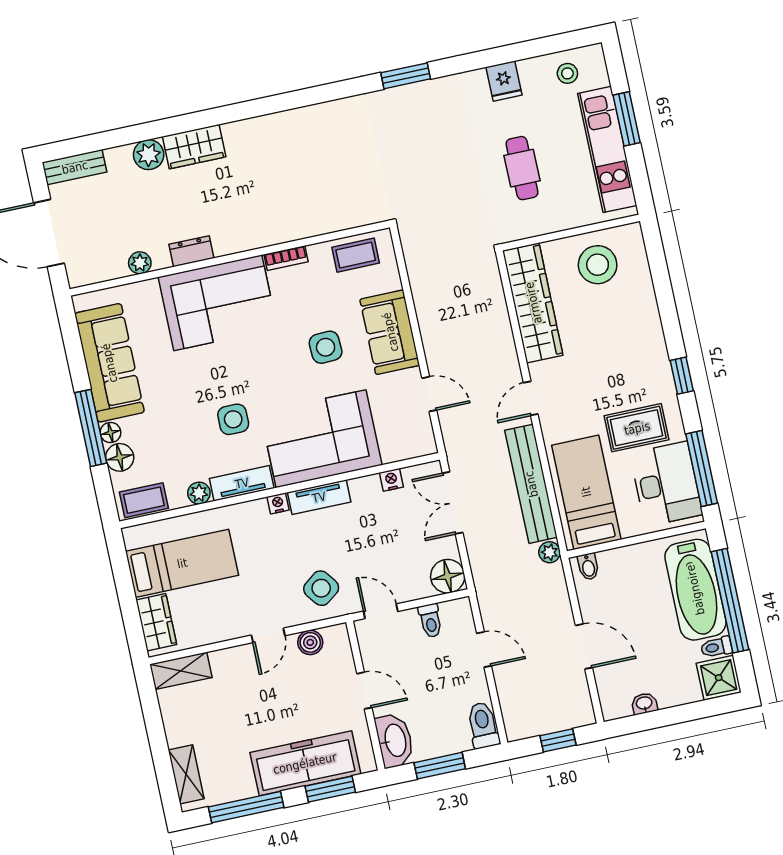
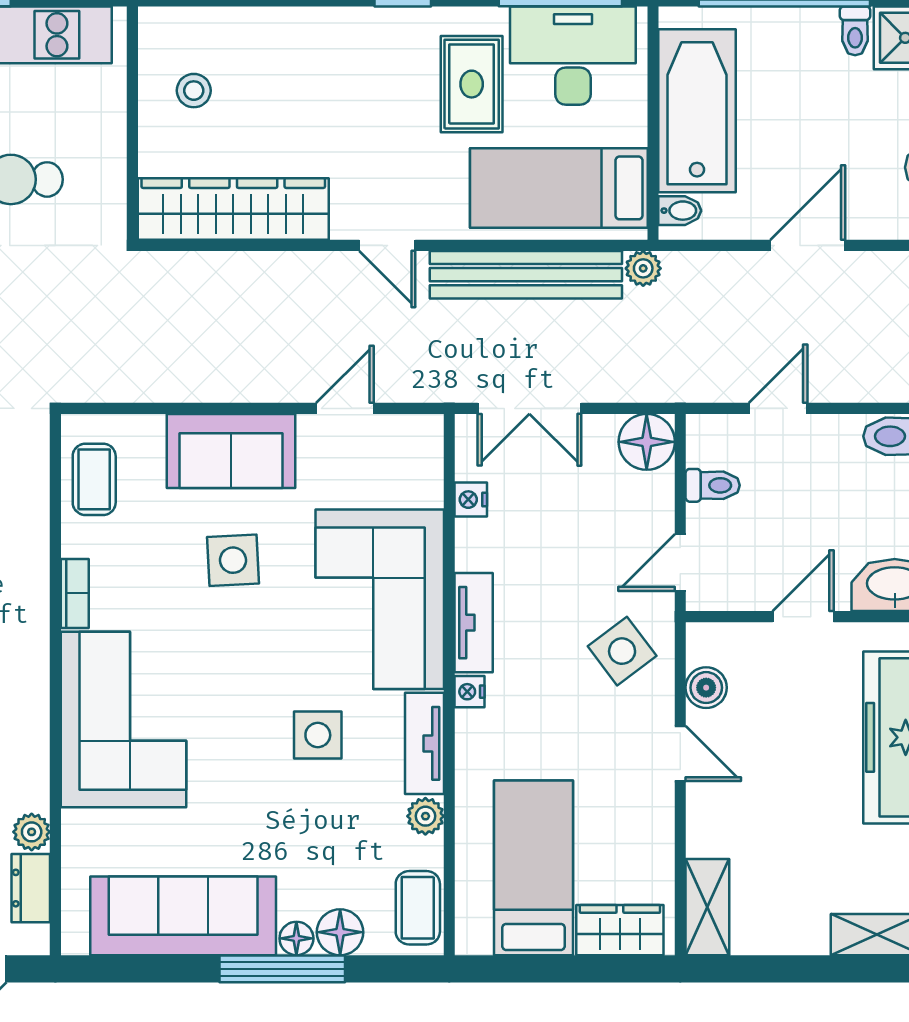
dresser: (191, 251) -> (31, 888), moved
stool: (598, 265) -> (194, 91), width x0.53, depth x0.53
bathtub: (695, 590) -> (697, 111), moved, turned -90

